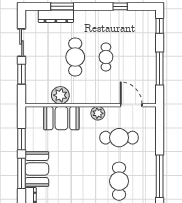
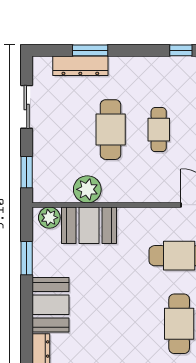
window: (22, 74) -> (27, 172), moved
plant: (98, 113) -> (49, 218), moved
window: (22, 173) -> (27, 312), removed

